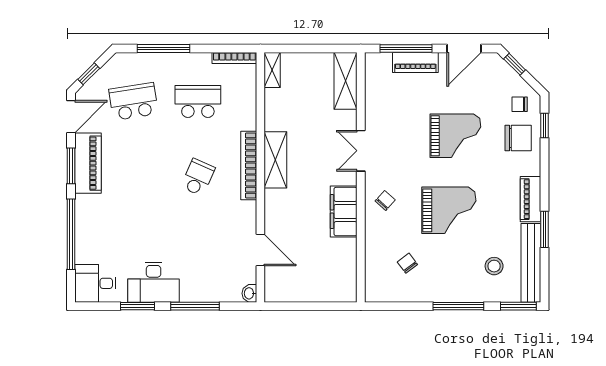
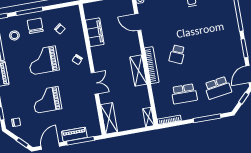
chair: (518, 138) -> (35, 26), moved, turned 90
piano: (88, 163) -> (236, 51), removed
filing cabinet: (344, 212) -> (95, 32), moved

